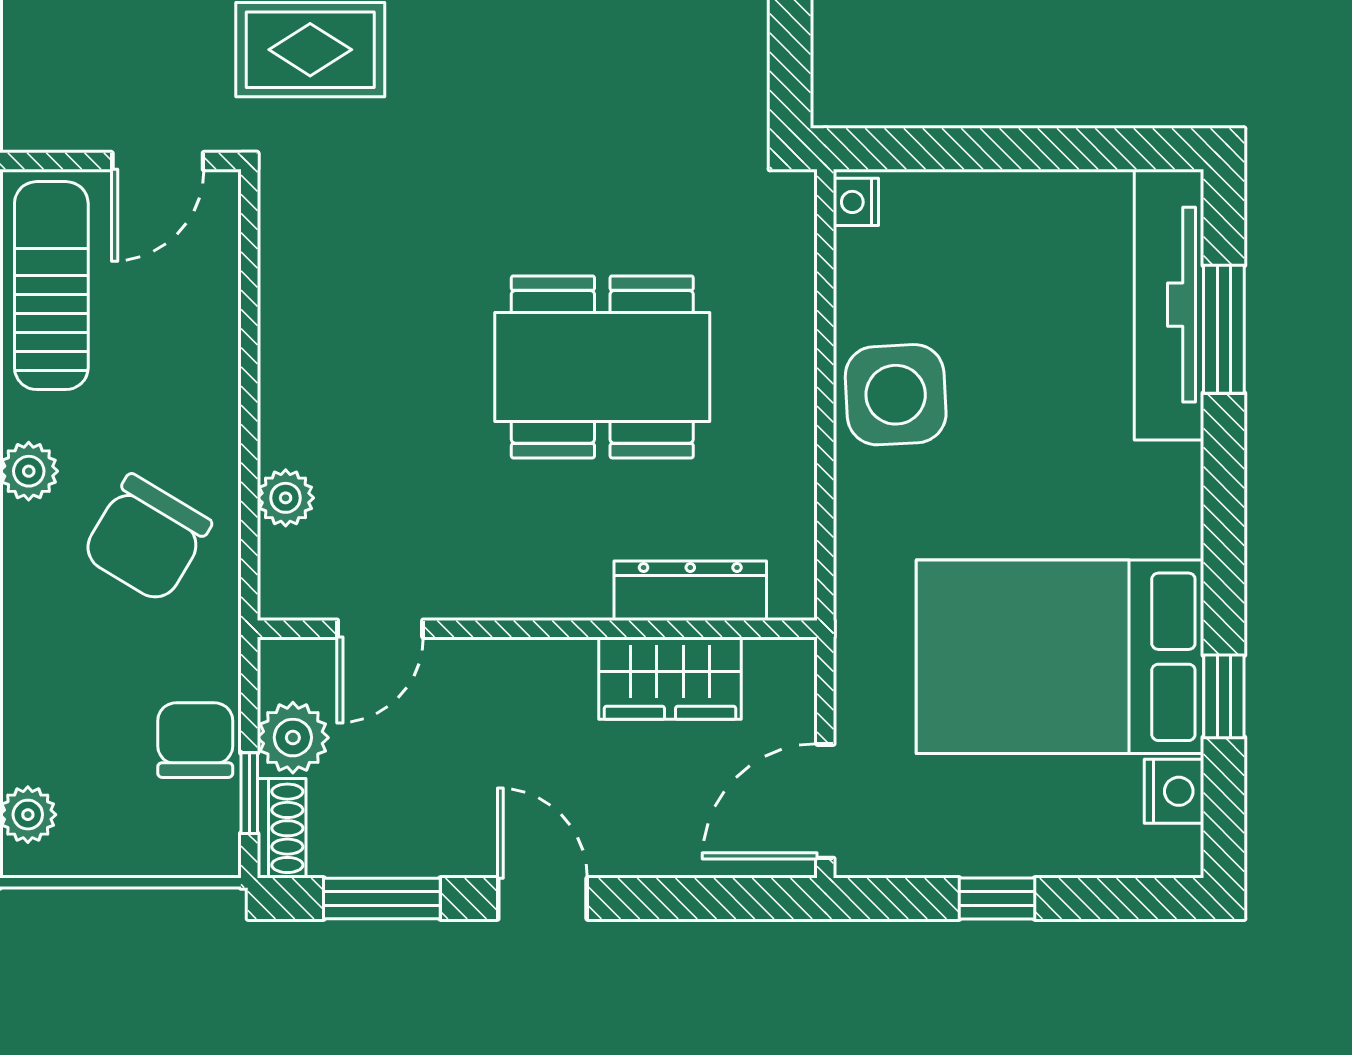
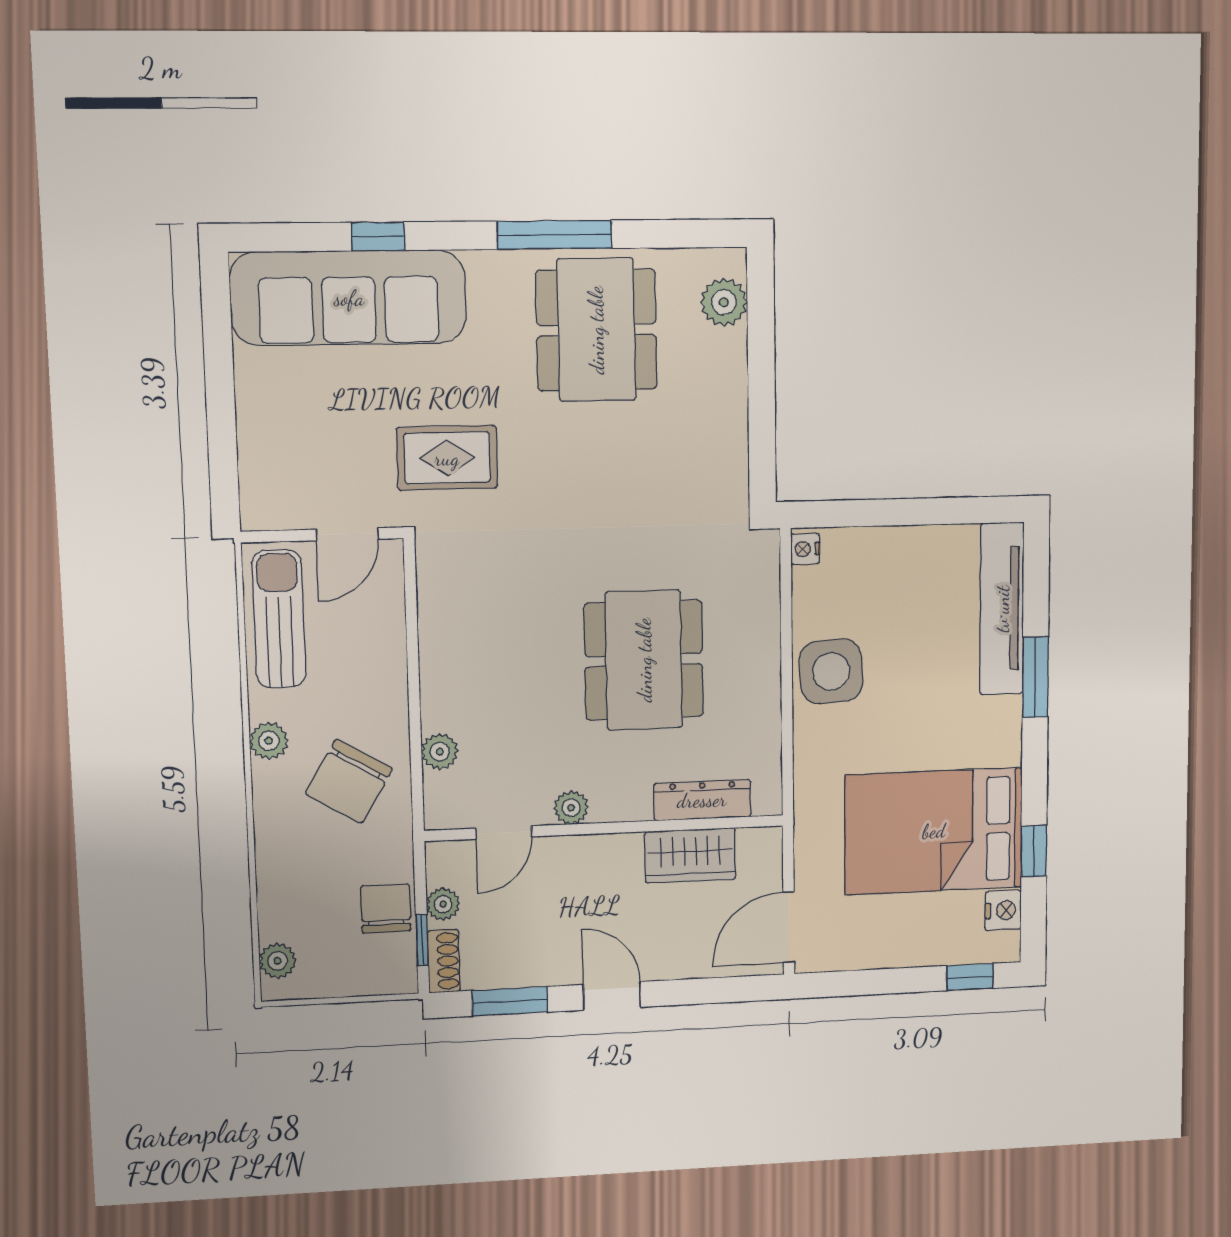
window: (1224, 329) -> (1035, 677), moved
dining table: (602, 367) -> (644, 660), turned 90
plant: (485, 594) -> (571, 808), added
plant: (293, 738) -> (443, 904), width x0.73, depth x0.73
window: (997, 898) -> (970, 977), moved

